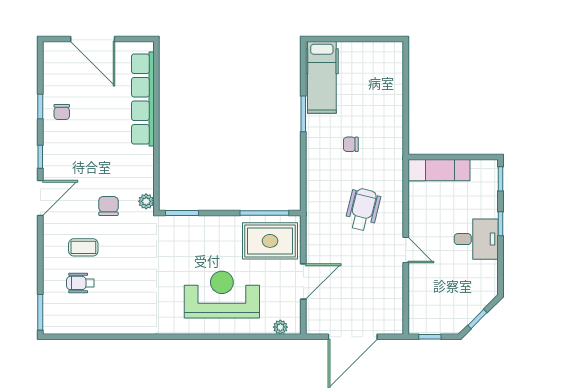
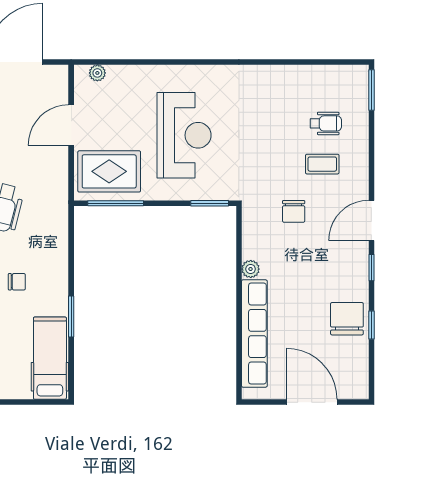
chair: (62, 112) -> (347, 319), width x1.87, depth x1.87
plant: (146, 201) -> (251, 269), moved
reception desk: (222, 295) -> (184, 135), moved, turned -90

